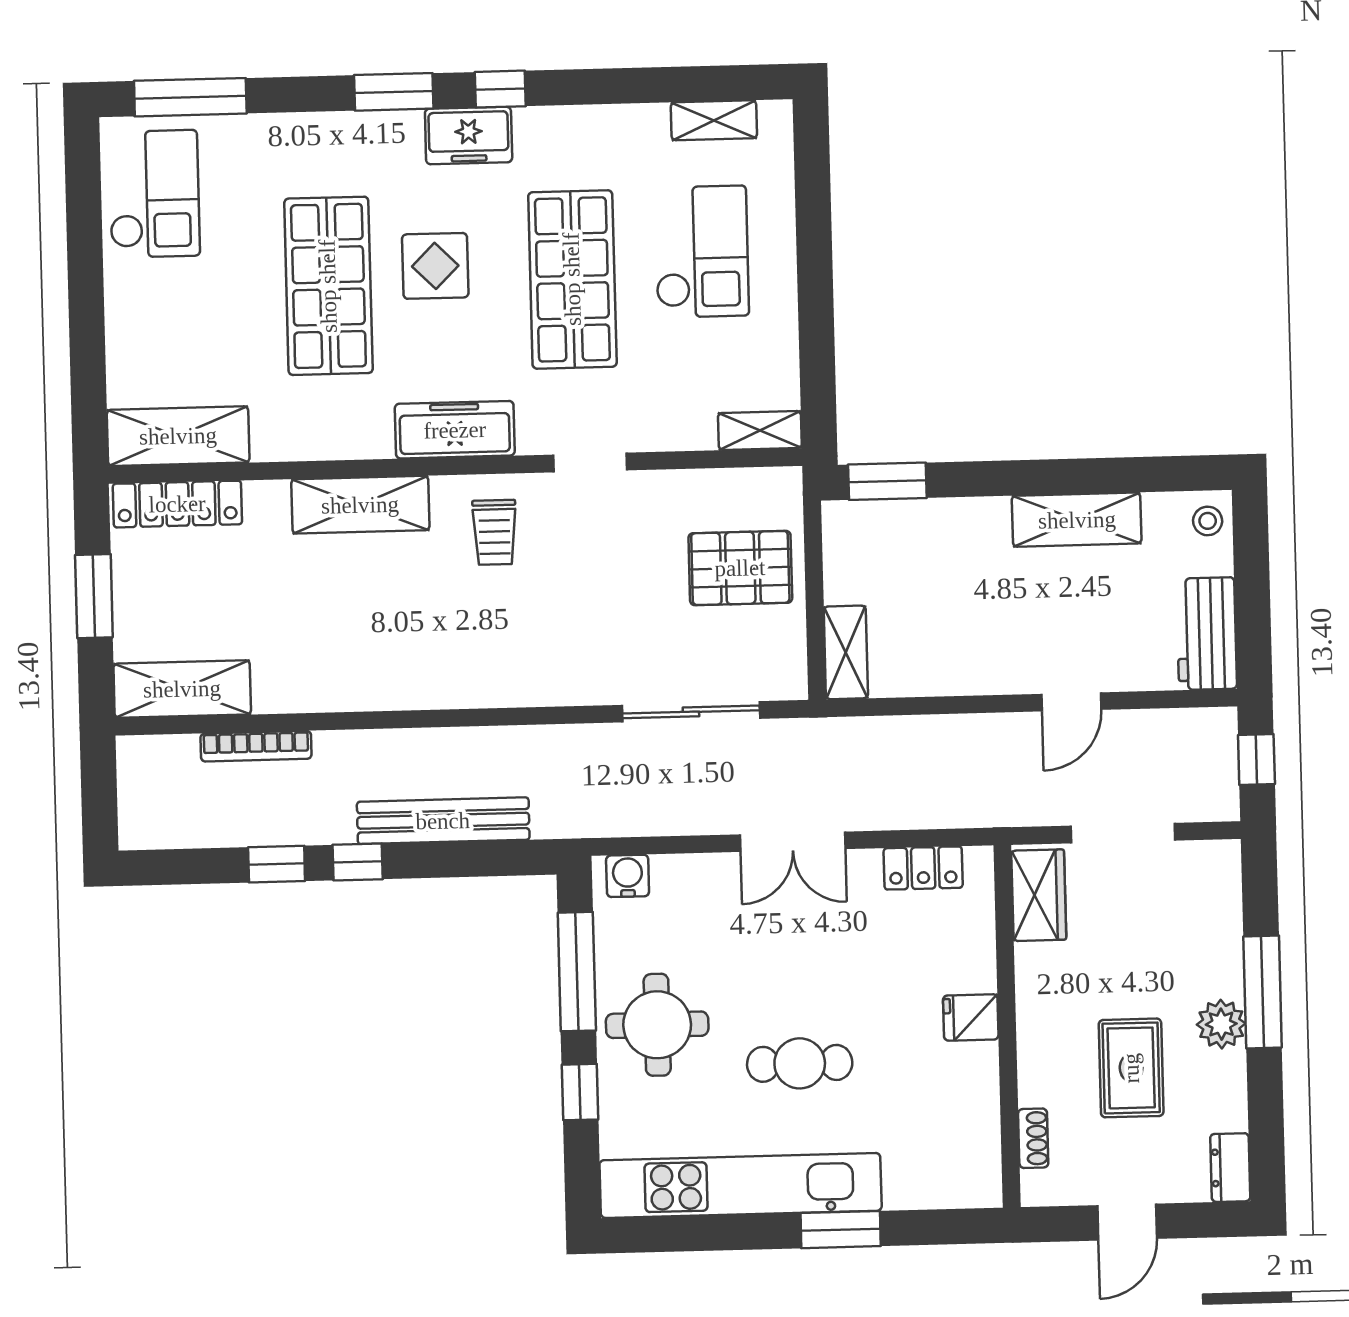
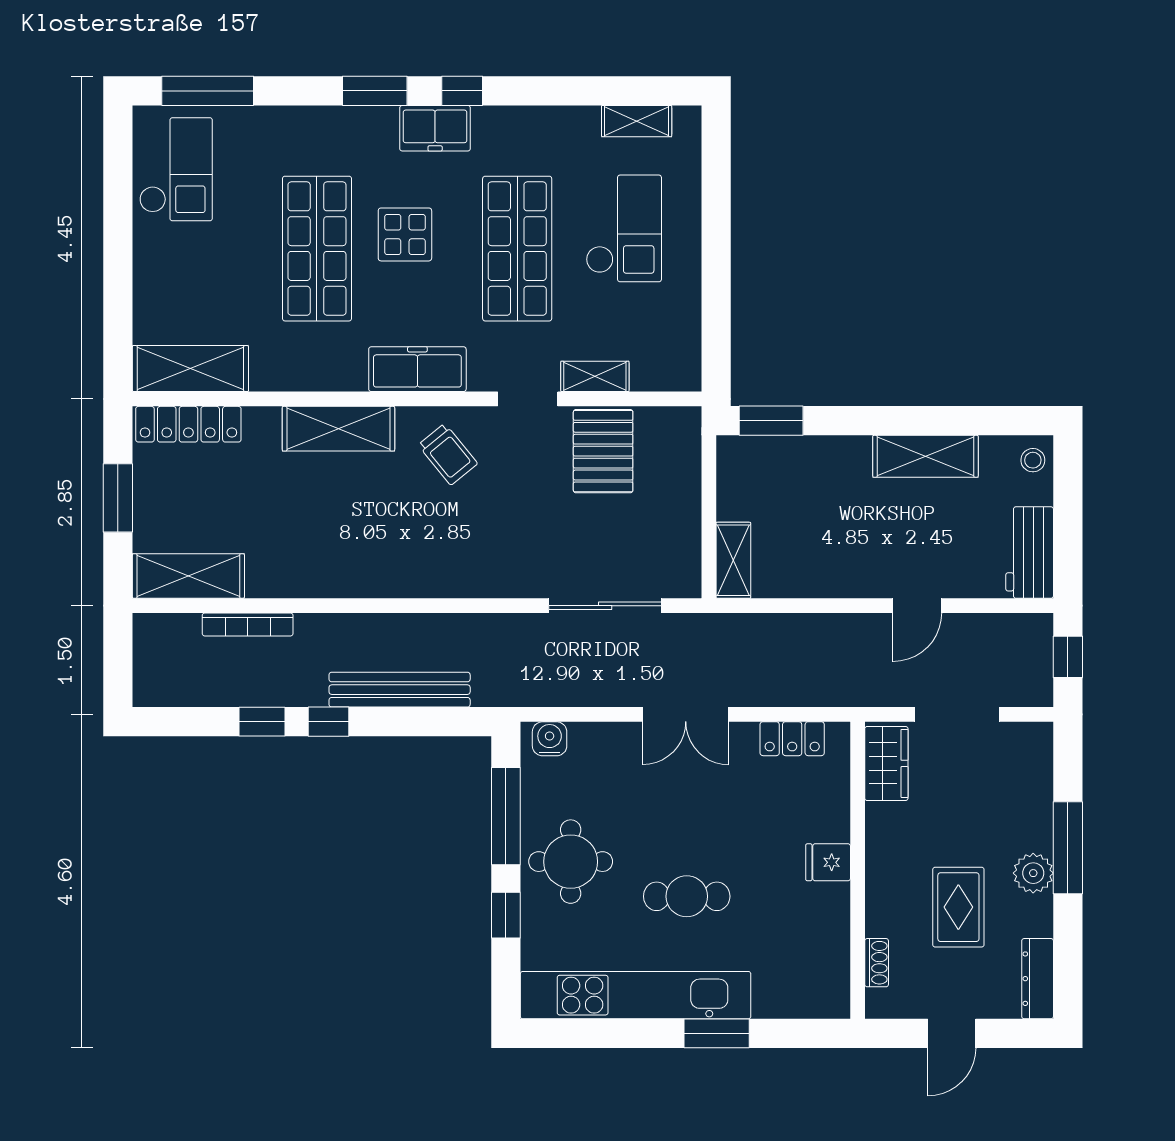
shelving: (760, 431) -> (595, 376), moved
trolley: (494, 532) -> (448, 454), turned -39
pallet: (740, 568) -> (603, 451), moved, turned 90
dresser: (1230, 1168) -> (1038, 979), width x1.44

